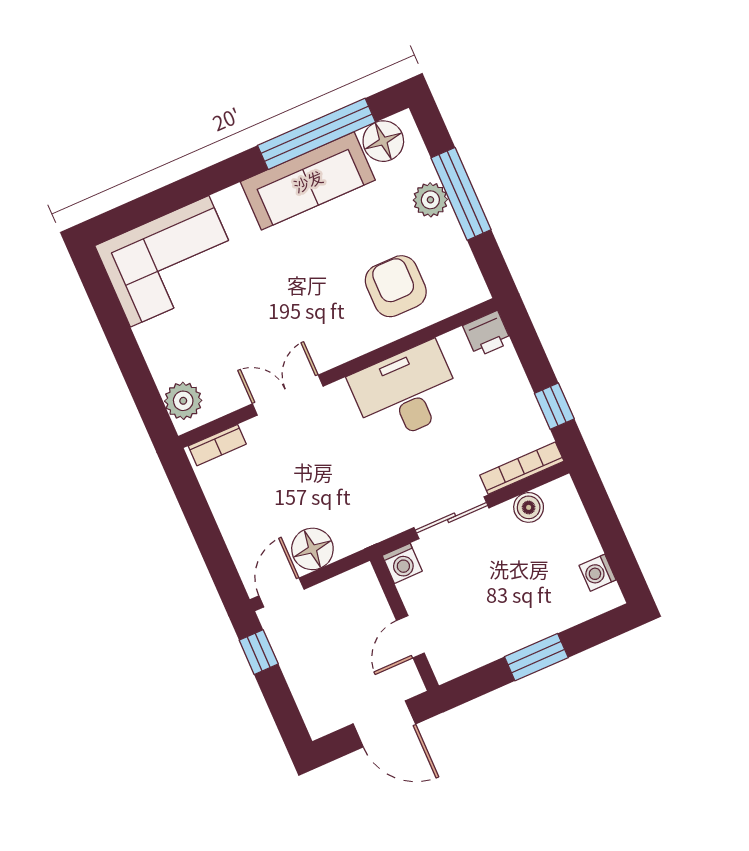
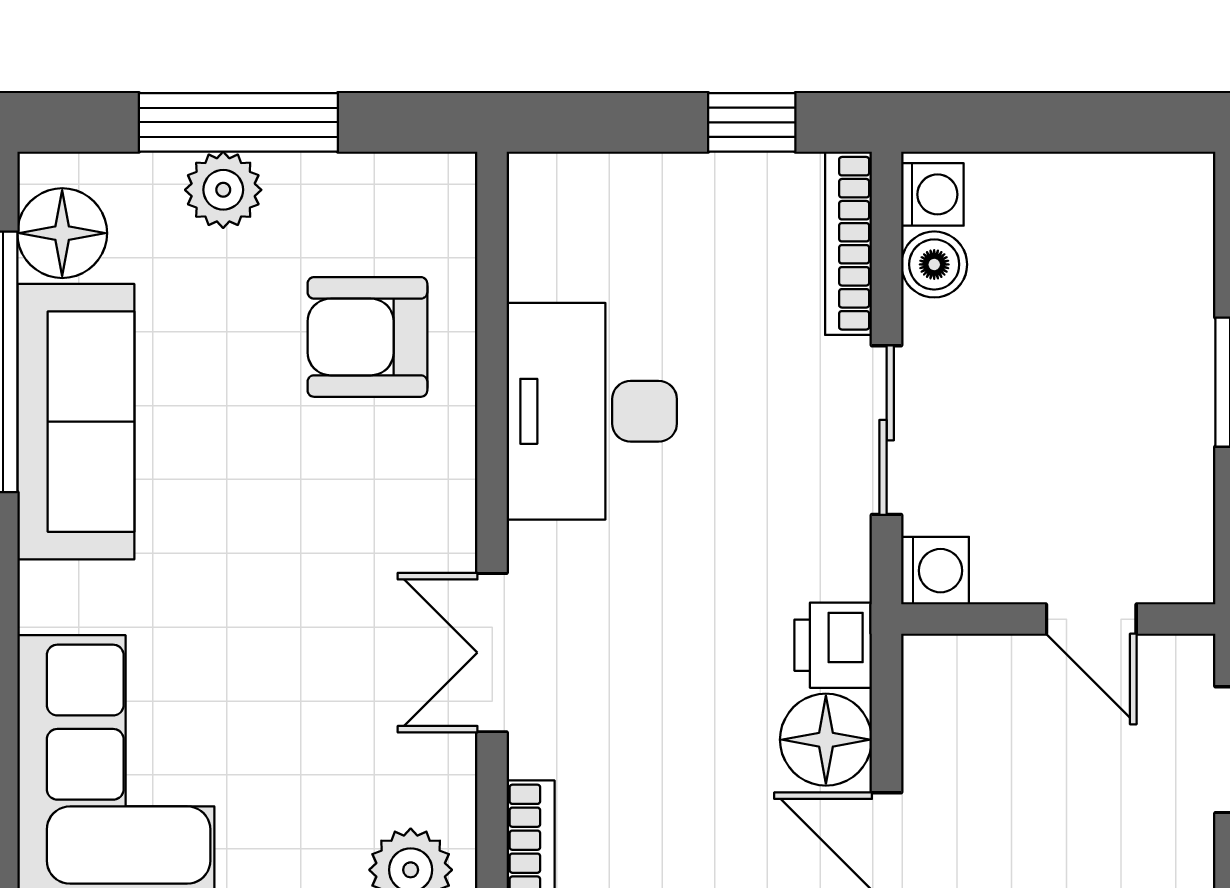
printer: (487, 334) -> (833, 645), moved, turned 180
washing machine: (598, 573) -> (932, 194), moved, turned -90

